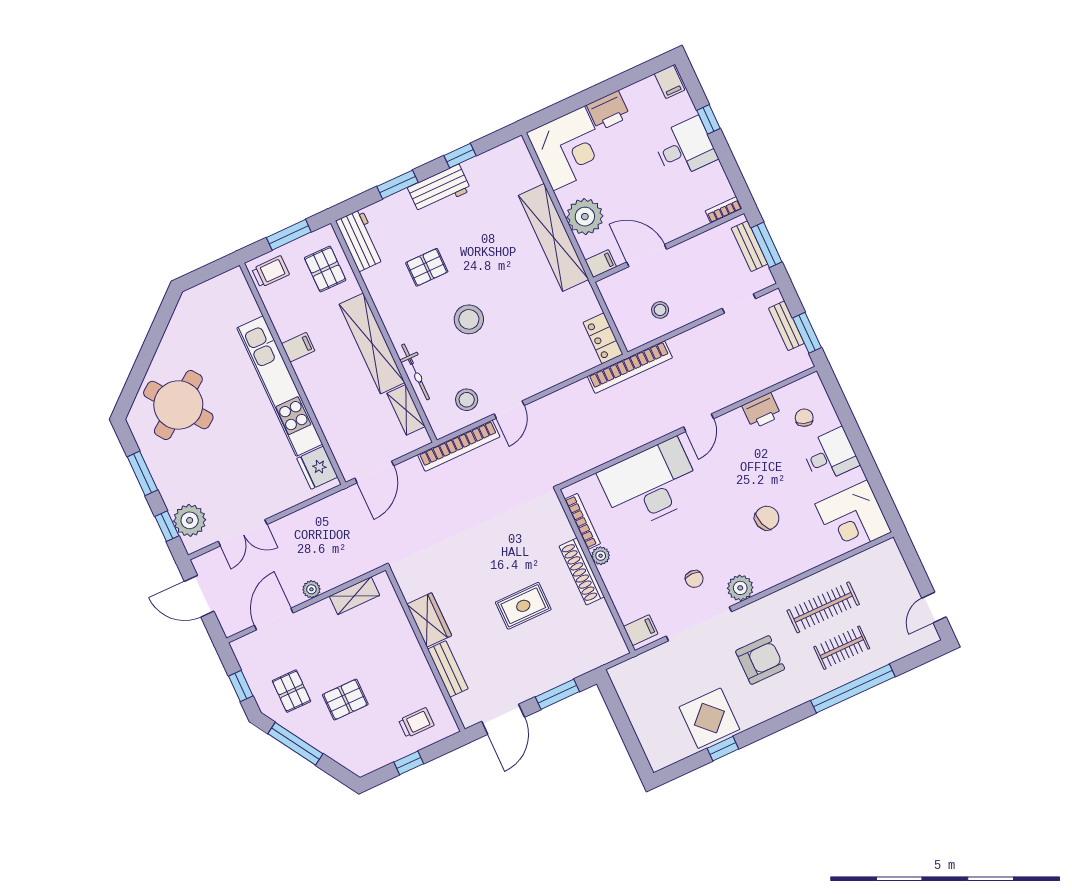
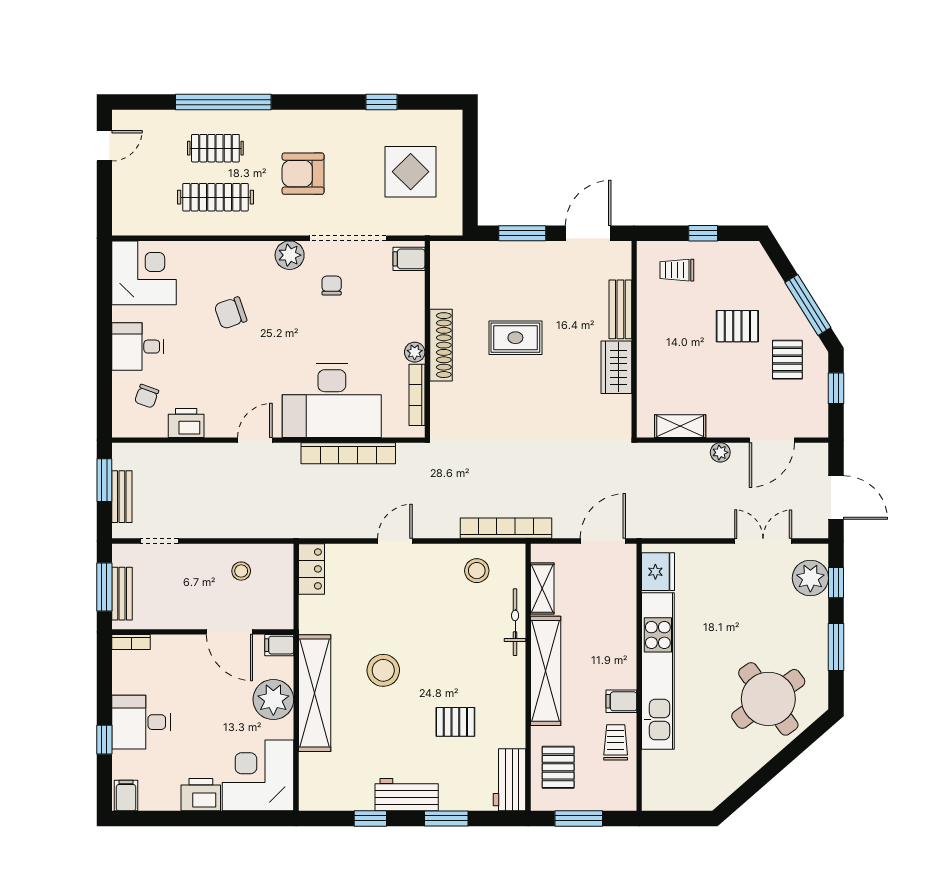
trolley: (271, 272) -> (616, 742), moved, turned 90
stool: (469, 319) -> (383, 670), moved
bookcase: (630, 367) -> (348, 453), moved, turned 180
door: (509, 410) -> (395, 541), moved
display table: (709, 718) -> (411, 172), moved

